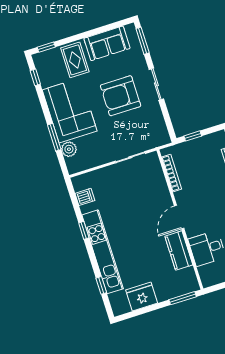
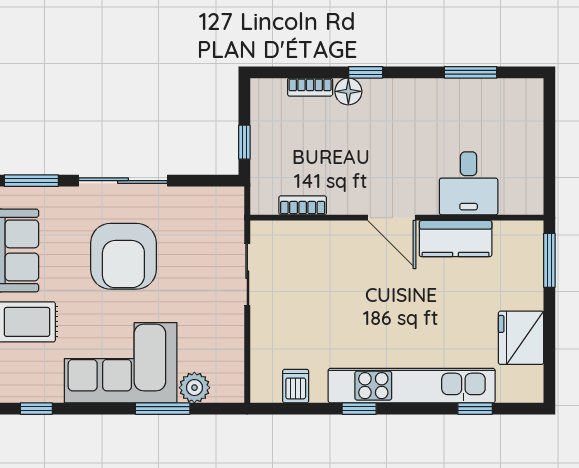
sliding door: (156, 84) -> (123, 181), width x1.37
bookcase: (172, 173) -> (303, 205), width x0.64

